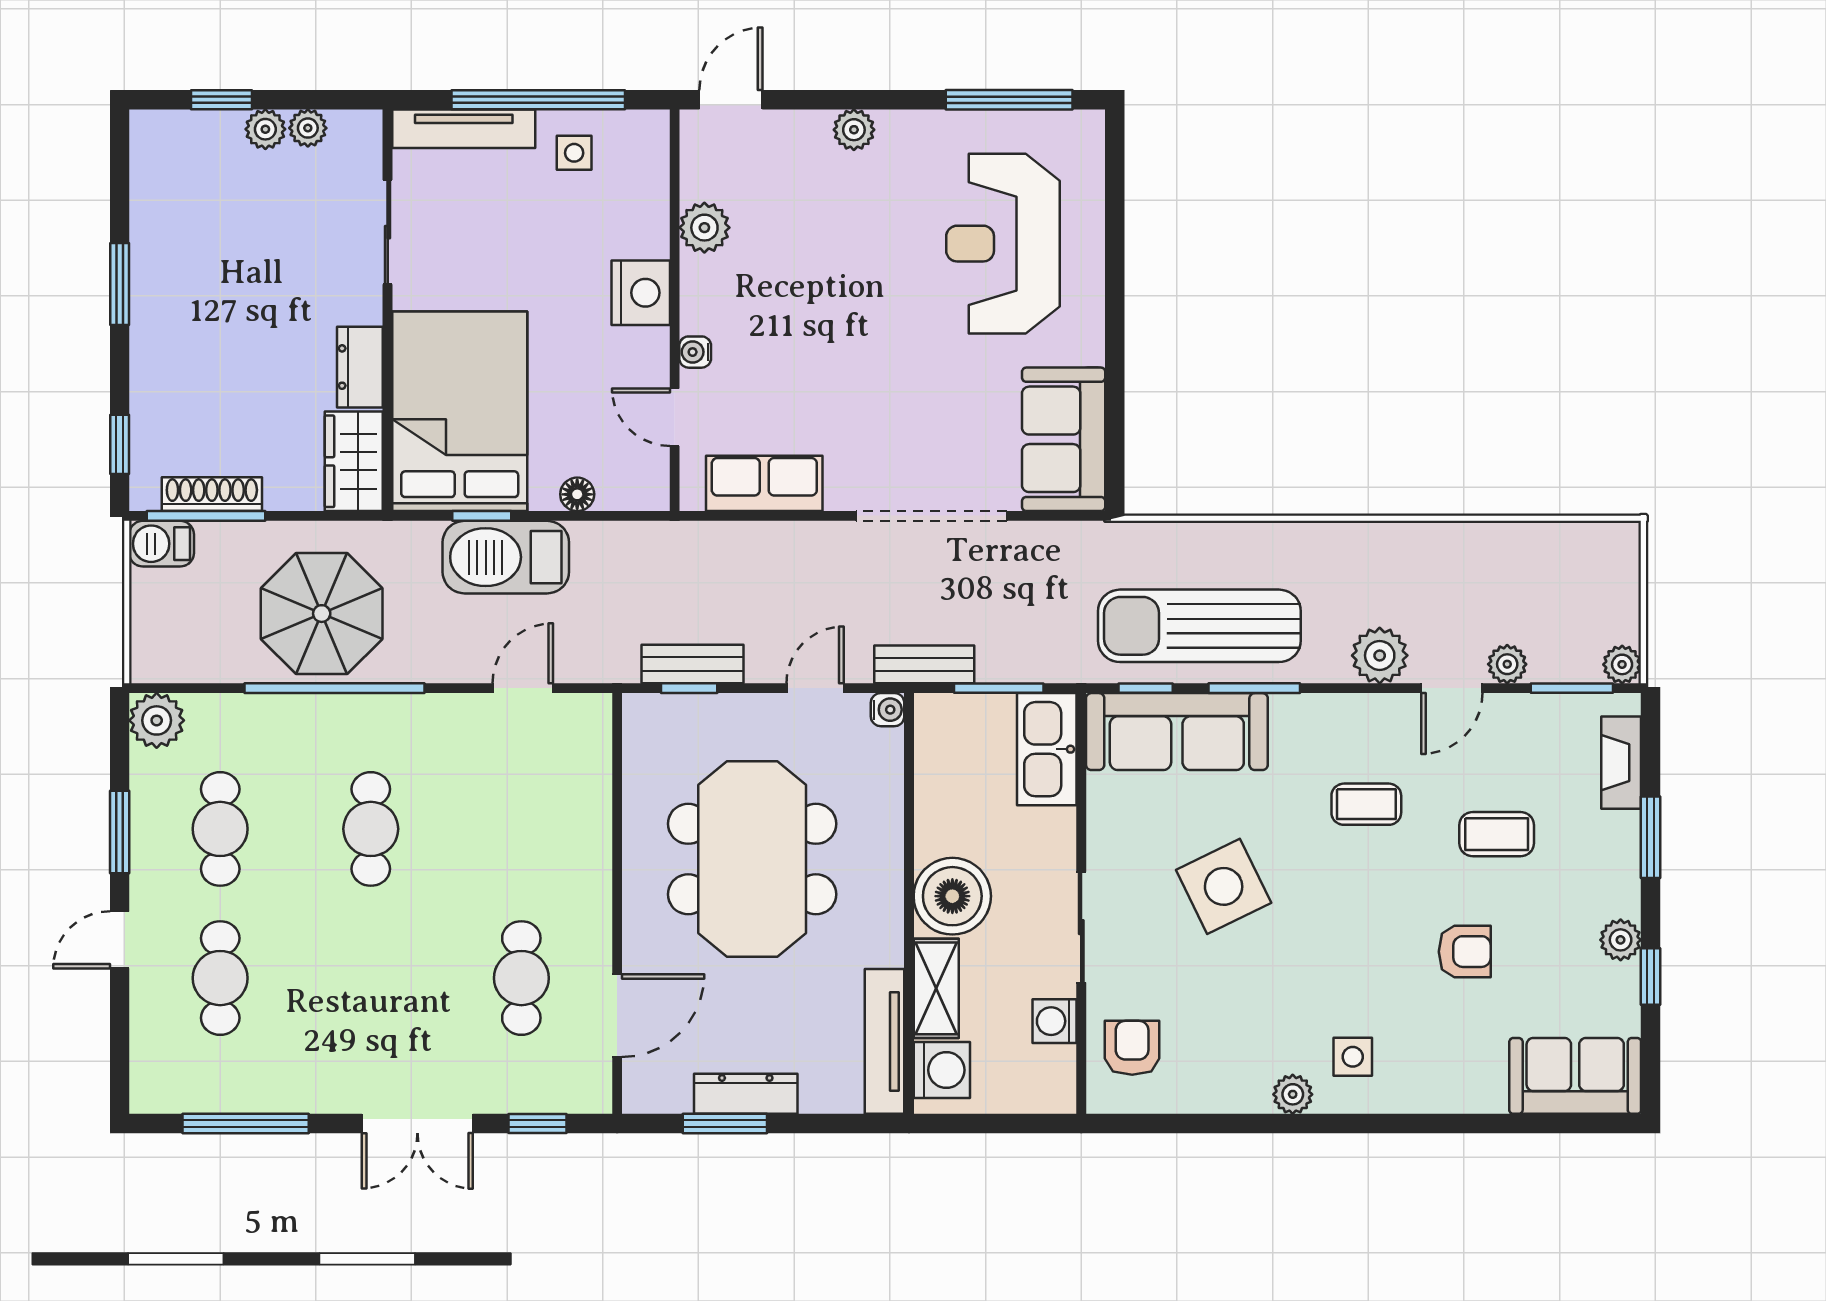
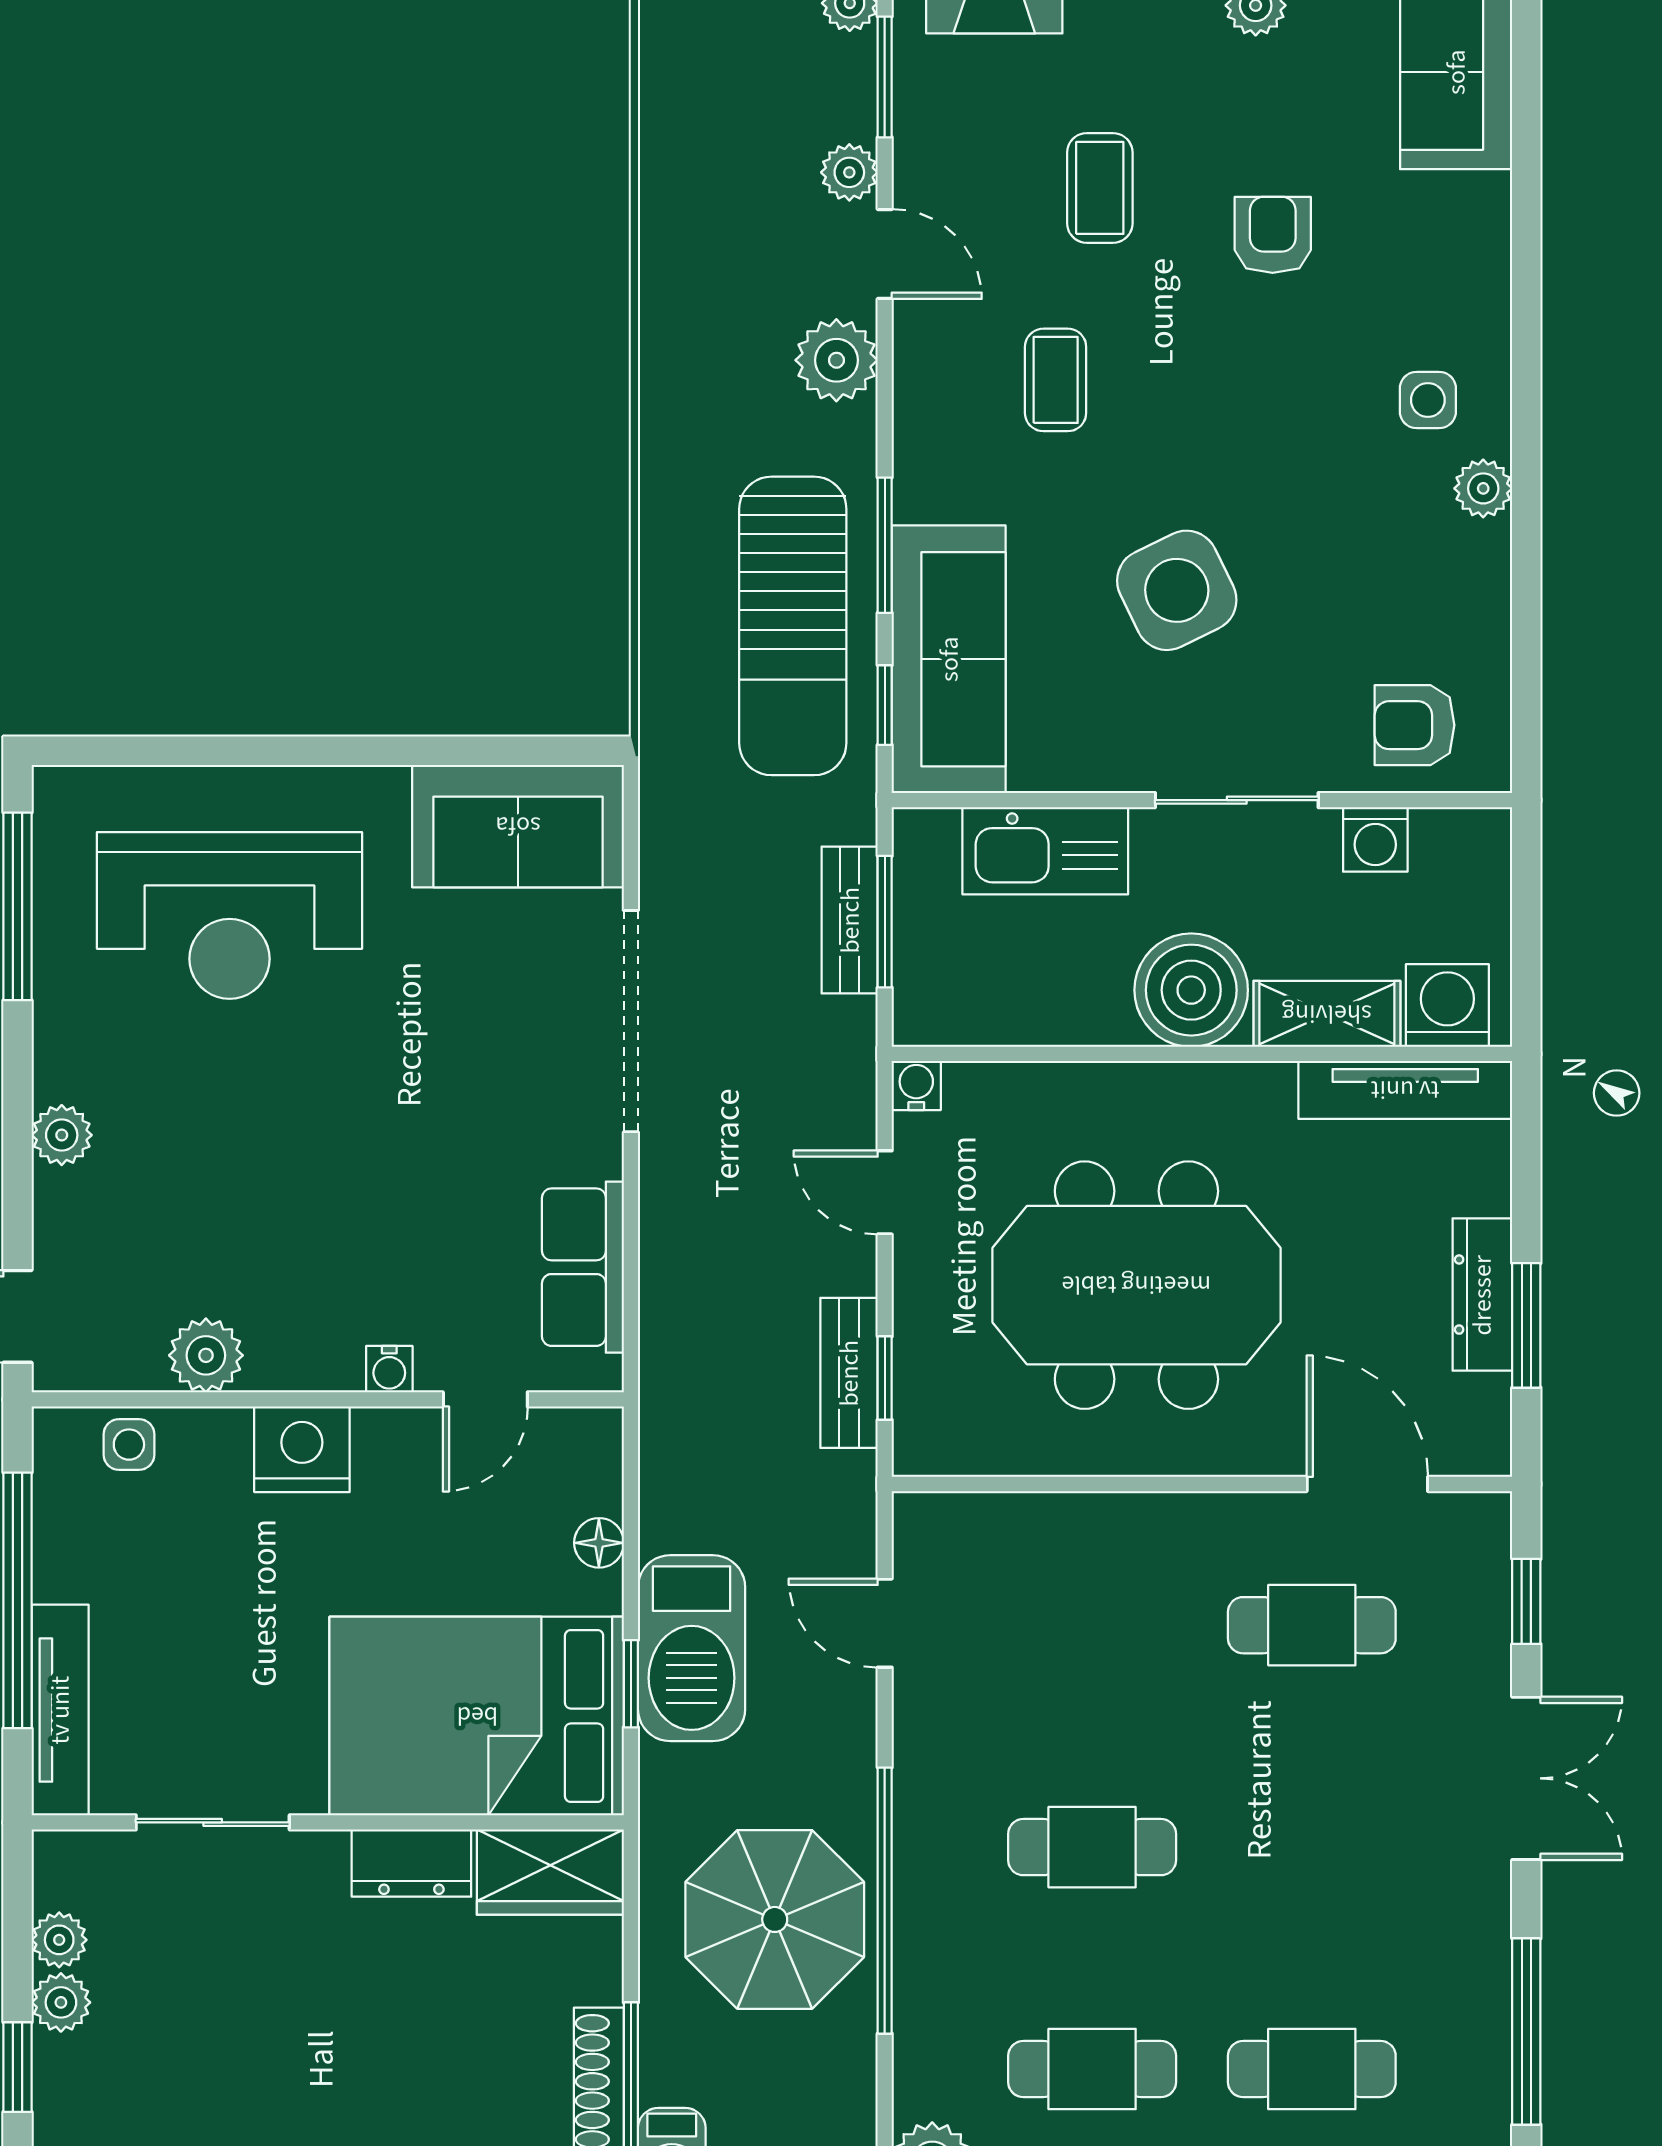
side table: (574, 153) -> (129, 1445), moved
bench: (924, 664) -> (850, 920), moved
kitchen sink: (1047, 749) -> (1045, 851), moved

